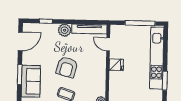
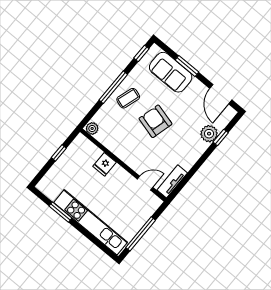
tv unit: (89, 29) -> (172, 181), width x0.71
plant: (65, 30) -> (209, 134), moved
fridge: (116, 65) -> (104, 164), moved

